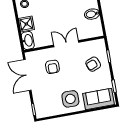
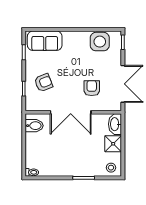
bidet: (92, 14) -> (34, 126), moved
double door: (66, 44) -> (71, 112), width x1.37
side table: (70, 99) -> (100, 42), moved

